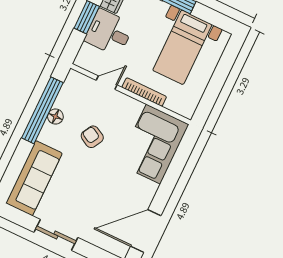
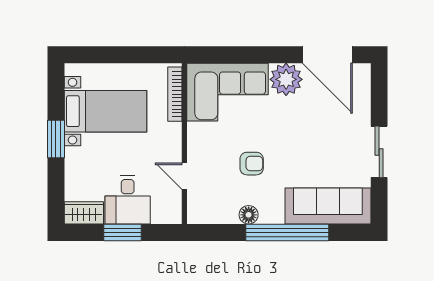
bookcase: (144, 92) -> (175, 94), moved
window: (42, 110) -> (287, 233), moved
armchair: (92, 137) -> (252, 164), turned -119
plant: (142, 192) -> (286, 79), added

